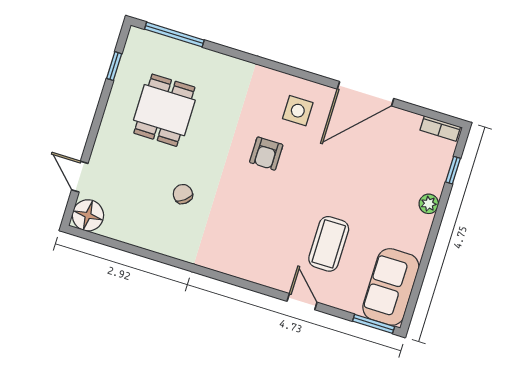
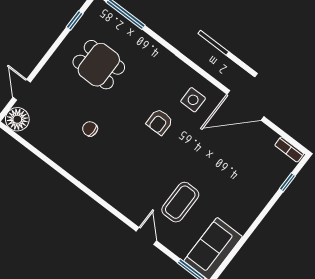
dining table: (164, 110) -> (99, 65), turned 90
chair: (183, 194) -> (90, 129), turned -50
plant: (429, 204) -> (261, 200), removed

